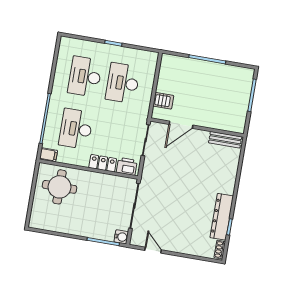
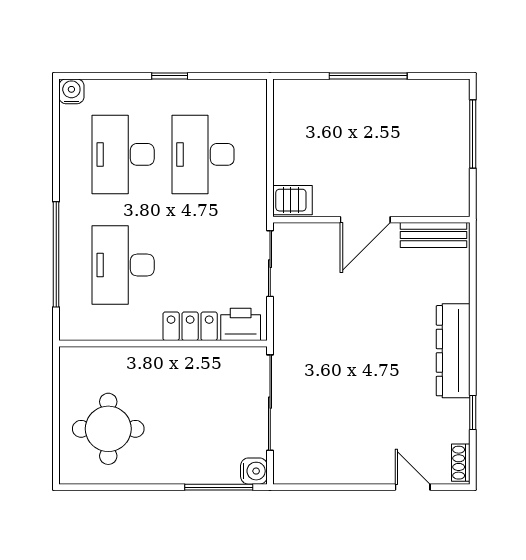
water cooler: (66, 43) -> (71, 91), added
server rack: (163, 101) -> (292, 200), moved
door: (181, 125) -> (365, 220), moved
filing cabinet: (49, 155) -> (76, 328), removed
round table: (60, 187) -> (108, 429), moved
dresser: (222, 217) -> (453, 351), moved
door: (153, 250) -> (413, 487), moved

